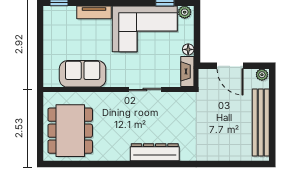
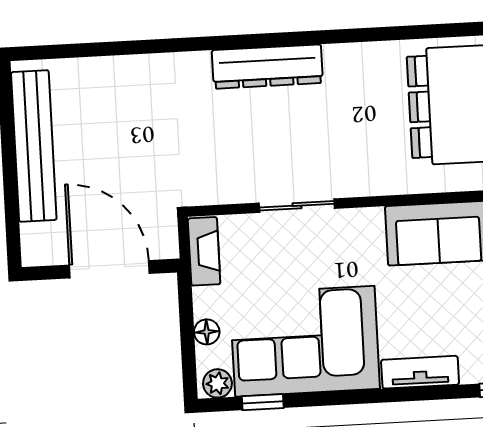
floor lamp: (188, 49) -> (207, 332), moved
door: (230, 66) -> (109, 269), width x1.36
plant: (262, 75) -> (37, 253), removed

